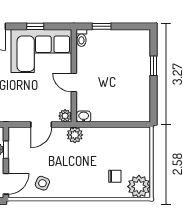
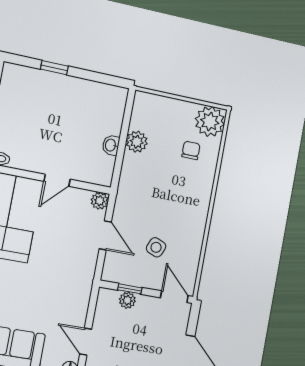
washbasin: (84, 117) -> (111, 145), moved
plant: (75, 135) -> (137, 142), moved
side table: (42, 183) -> (156, 247), moved

